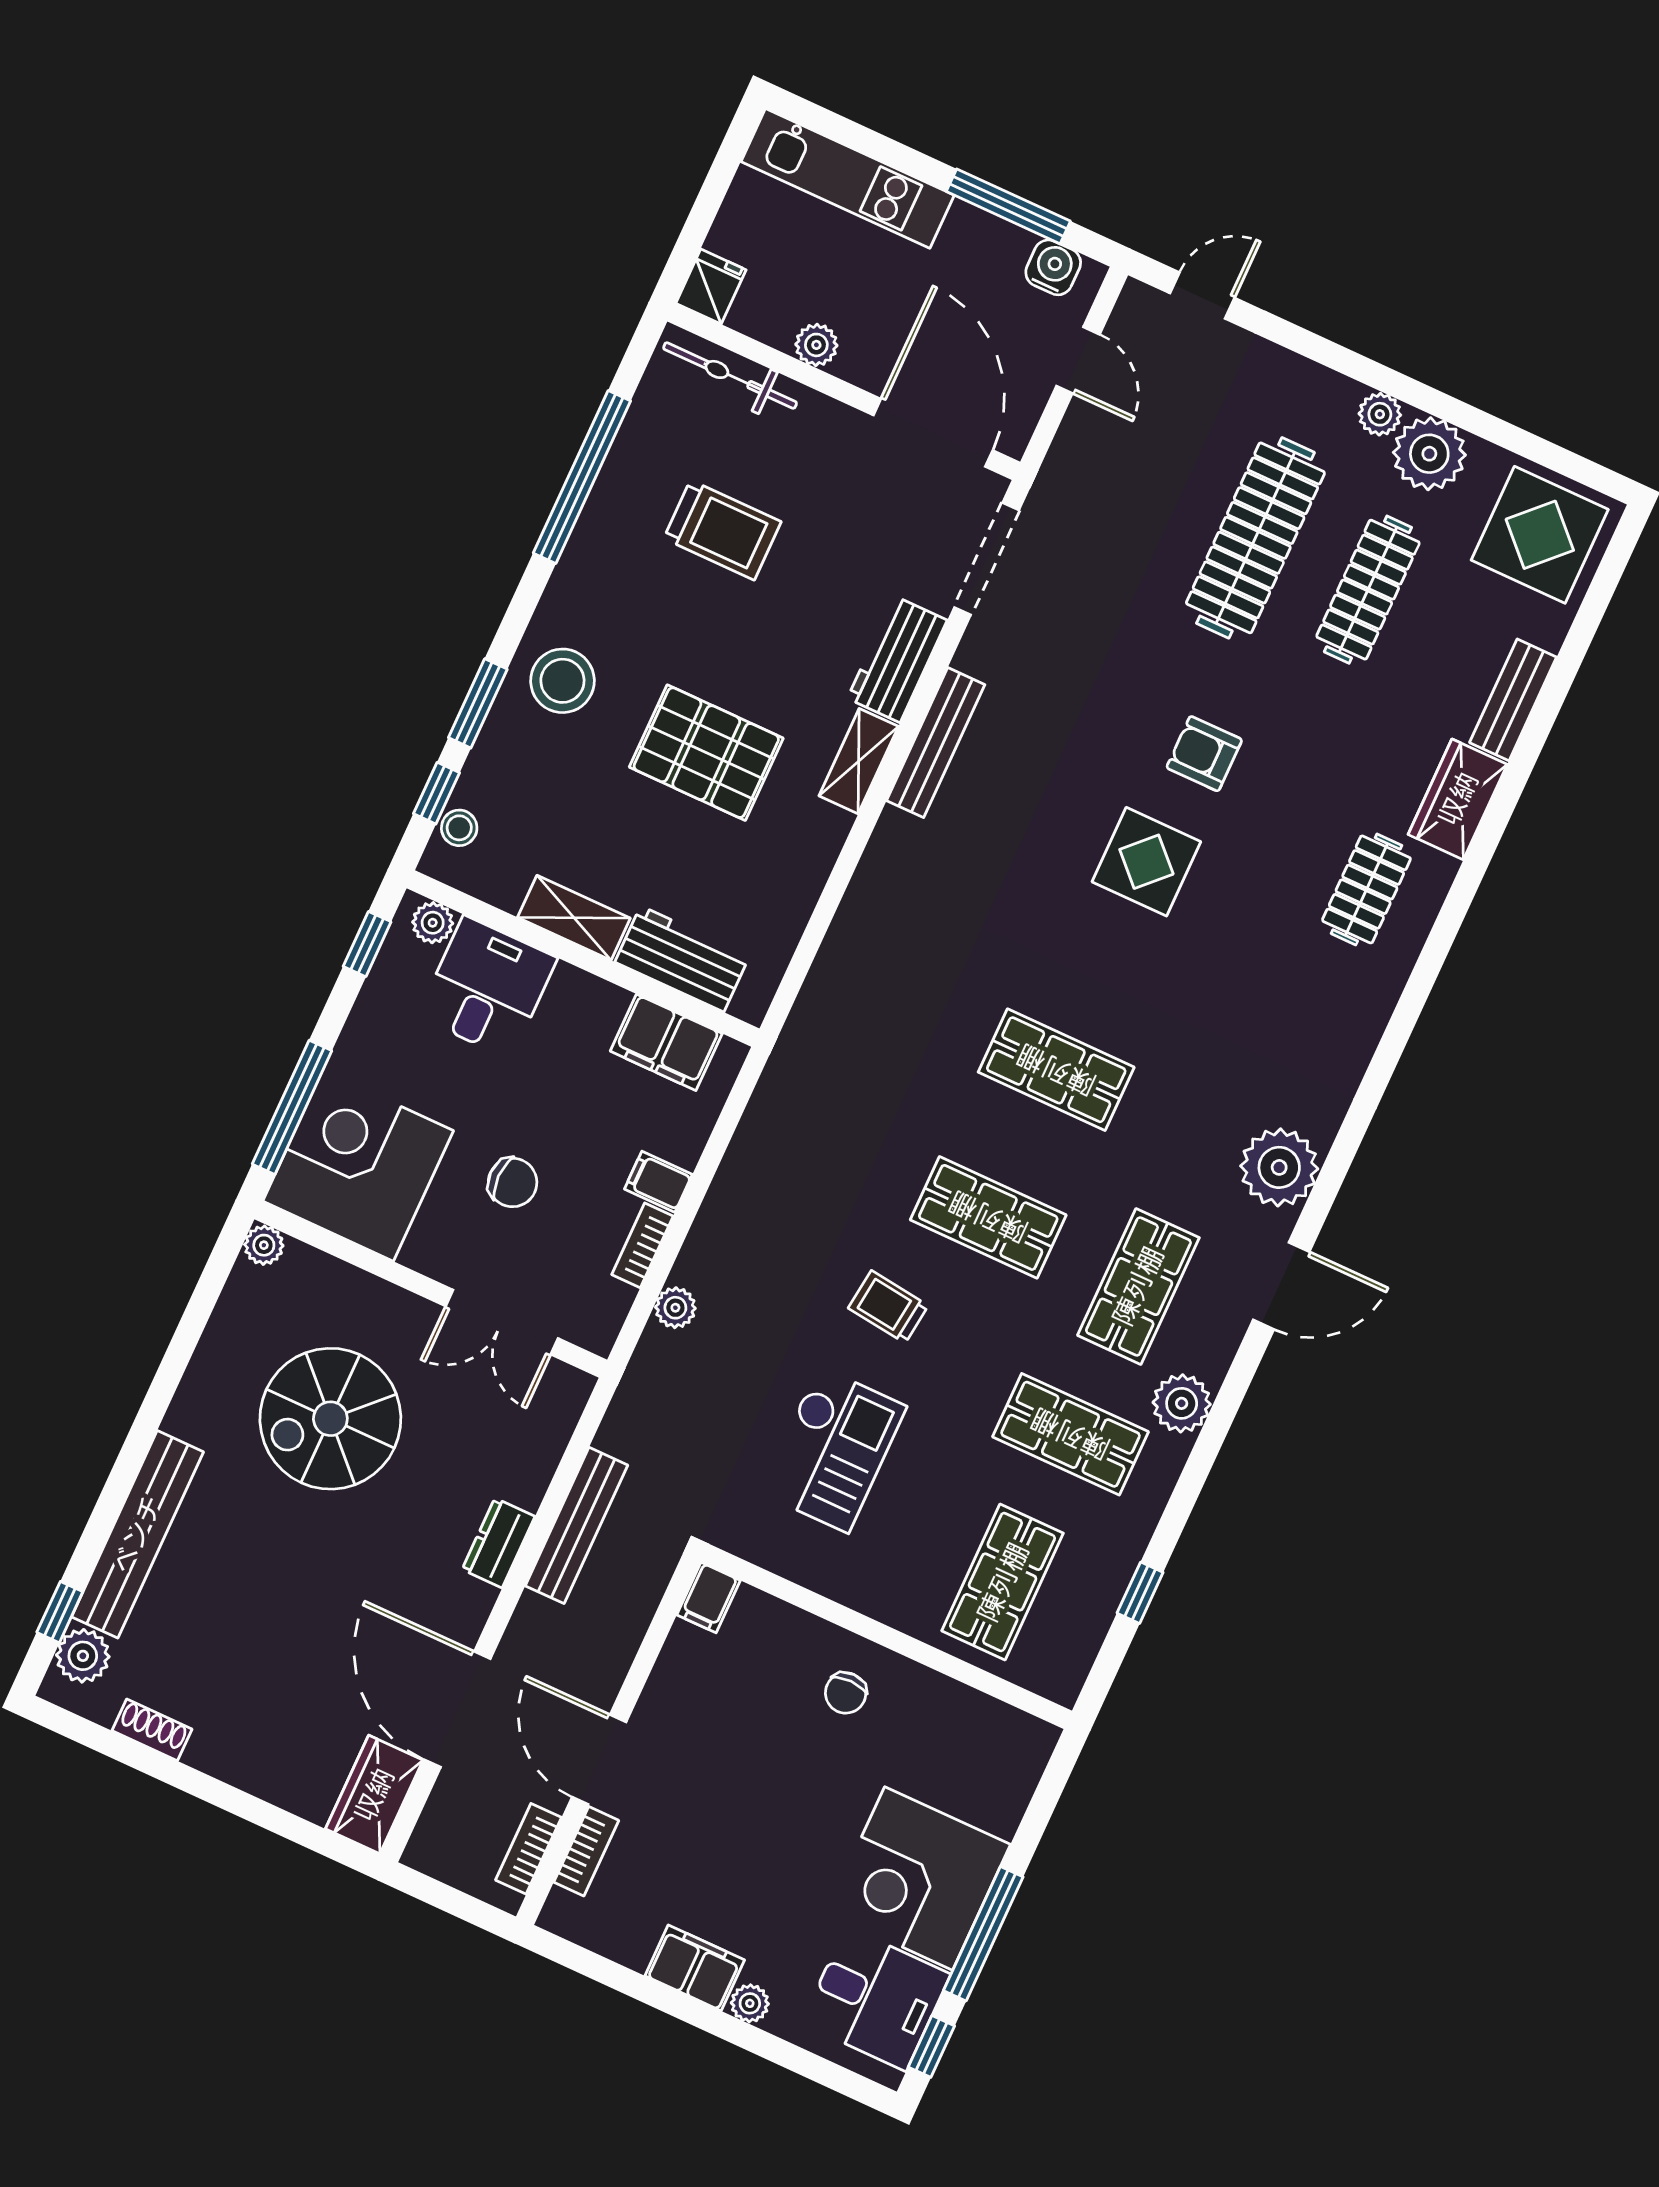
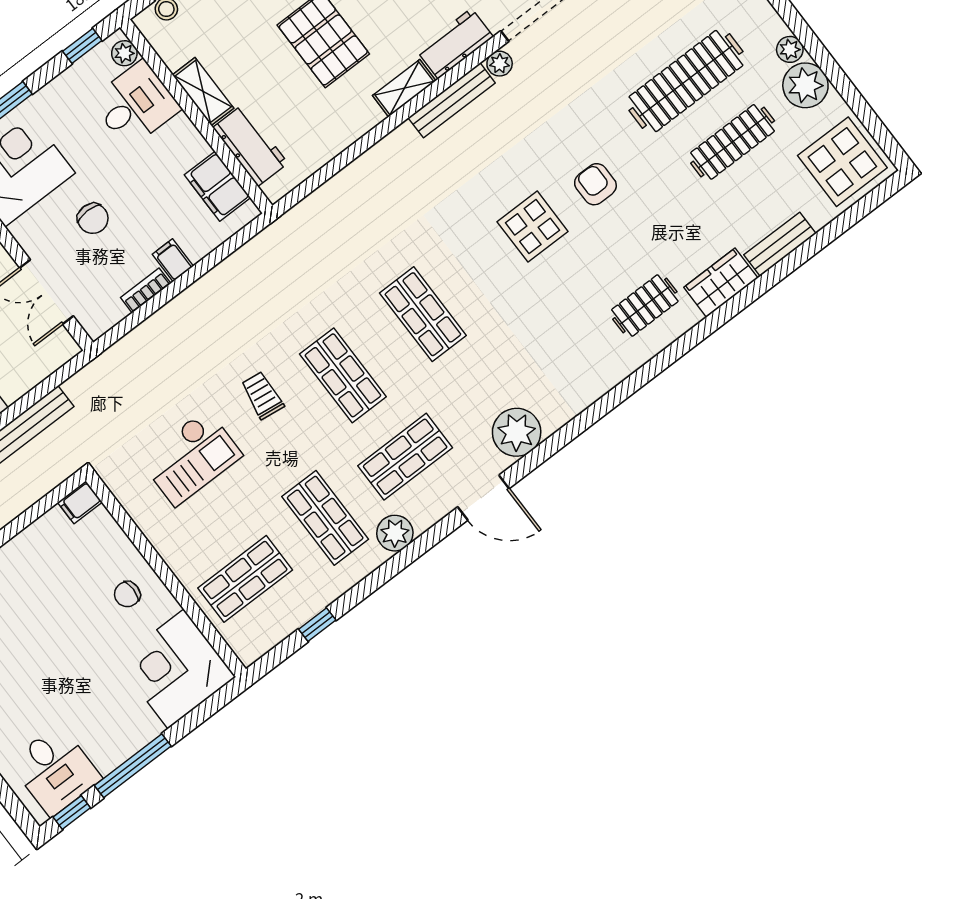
plant: (675, 1308) -> (500, 64), moved
corner desk: (919, 1878) -> (176, 669), moved

